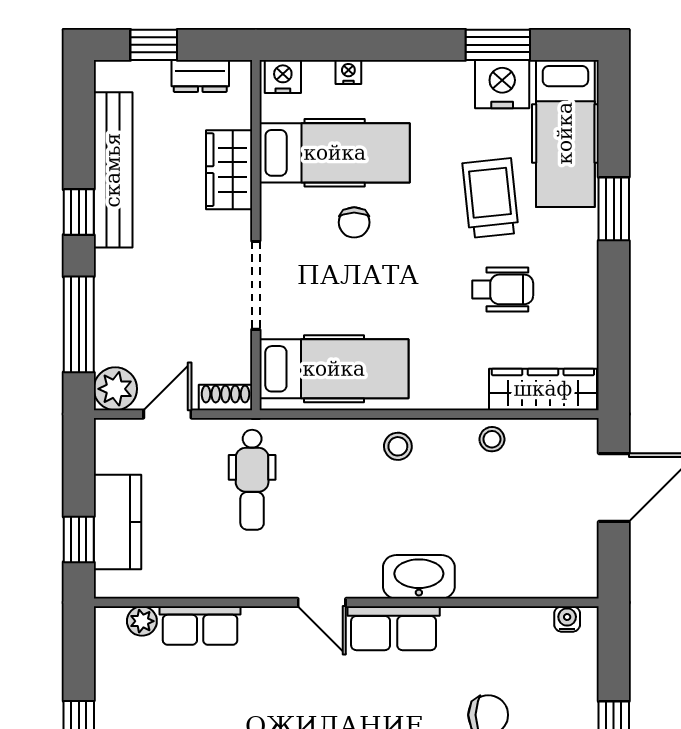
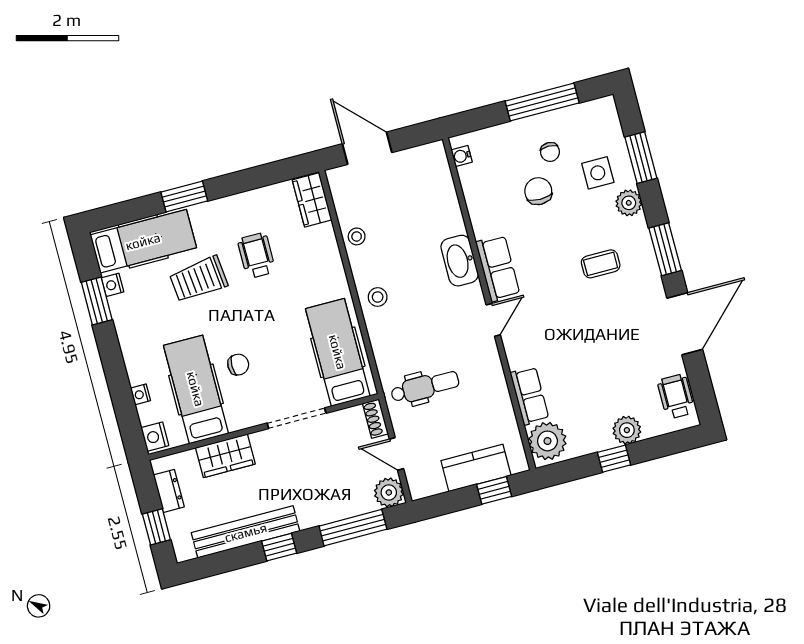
nightstand: (502, 84) -> (113, 285), width x0.53, depth x0.56
wardrobe: (543, 389) -> (312, 200), width x0.67
plant: (142, 621) -> (547, 441), width x1.88, depth x1.88

